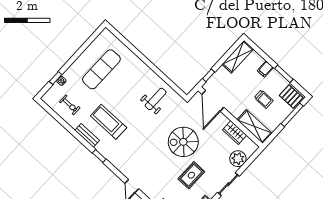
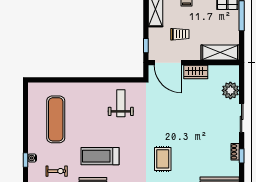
trolley: (264, 99) -> (180, 34), moved
wardrobe: (235, 133) -> (196, 72), moved
spiral stairs: (183, 142) -> (175, 117), removed
rug: (191, 175) -> (163, 159), moved

